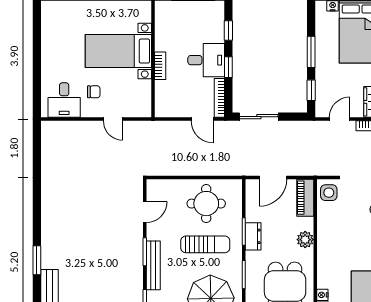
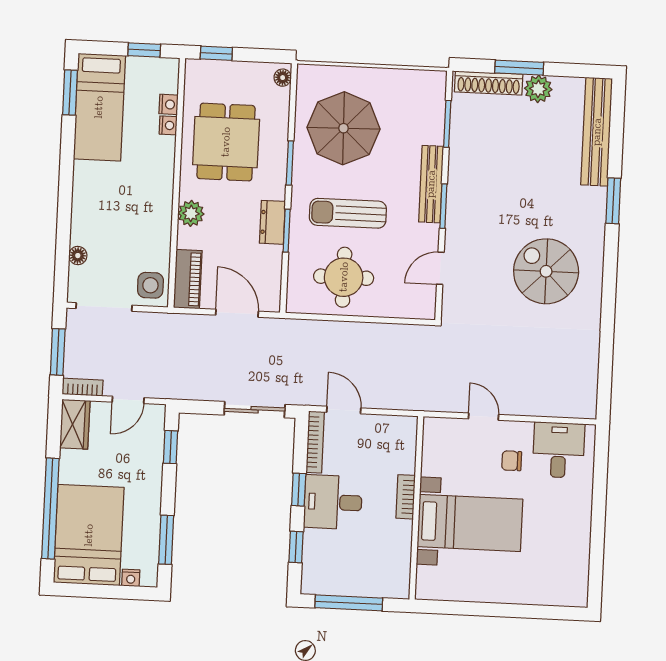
window: (311, 52) -> (166, 540), moved
door: (273, 177) -> (237, 313), hinge flipped
spiral stairs: (78, 213) -> (546, 271), added

